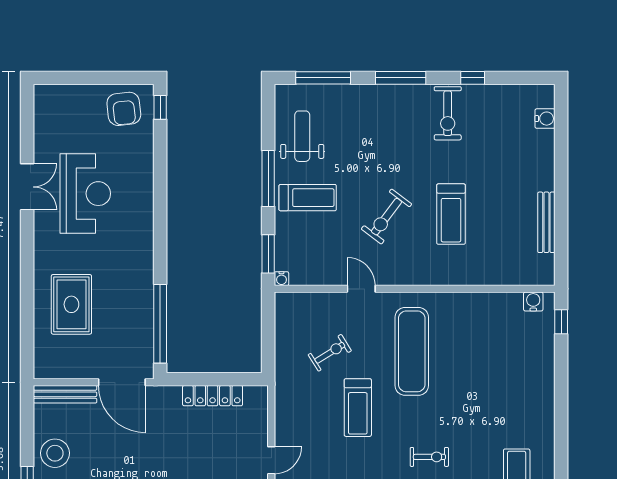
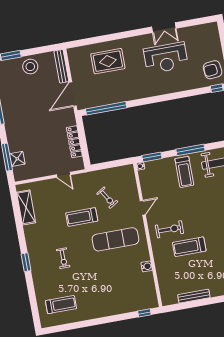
exercise bike: (386, 217) -> (169, 229), moved, turned 143
water cooler: (533, 301) -> (147, 266), moved
door: (271, 460) -> (63, 175), moved

